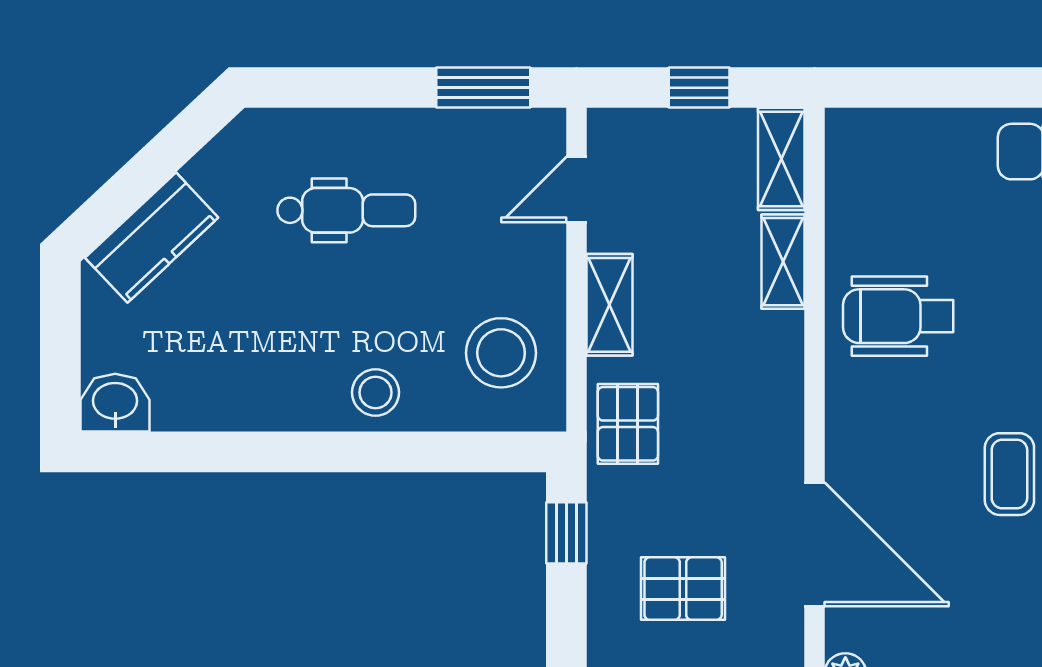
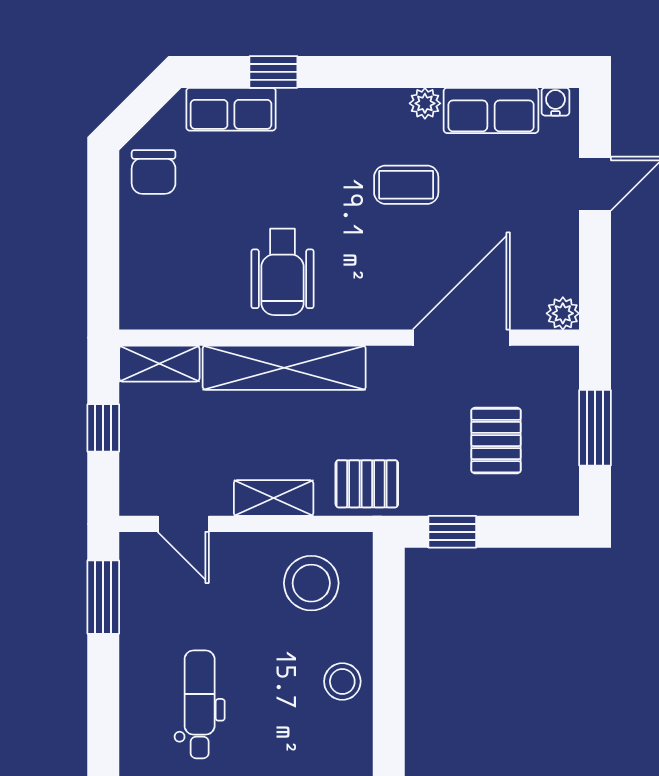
shelving: (783, 262) -> (284, 368), width x2.20, depth x1.33

